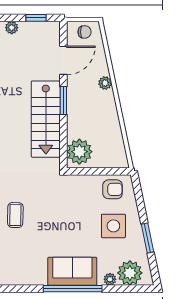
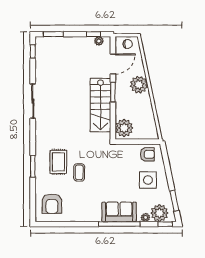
plant: (12, 28) -> (99, 41), moved
plant: (105, 83) -> (139, 85), width x1.88, depth x1.88
window: (148, 238) -> (174, 201), moved
window: (138, 289) -> (165, 224), added

